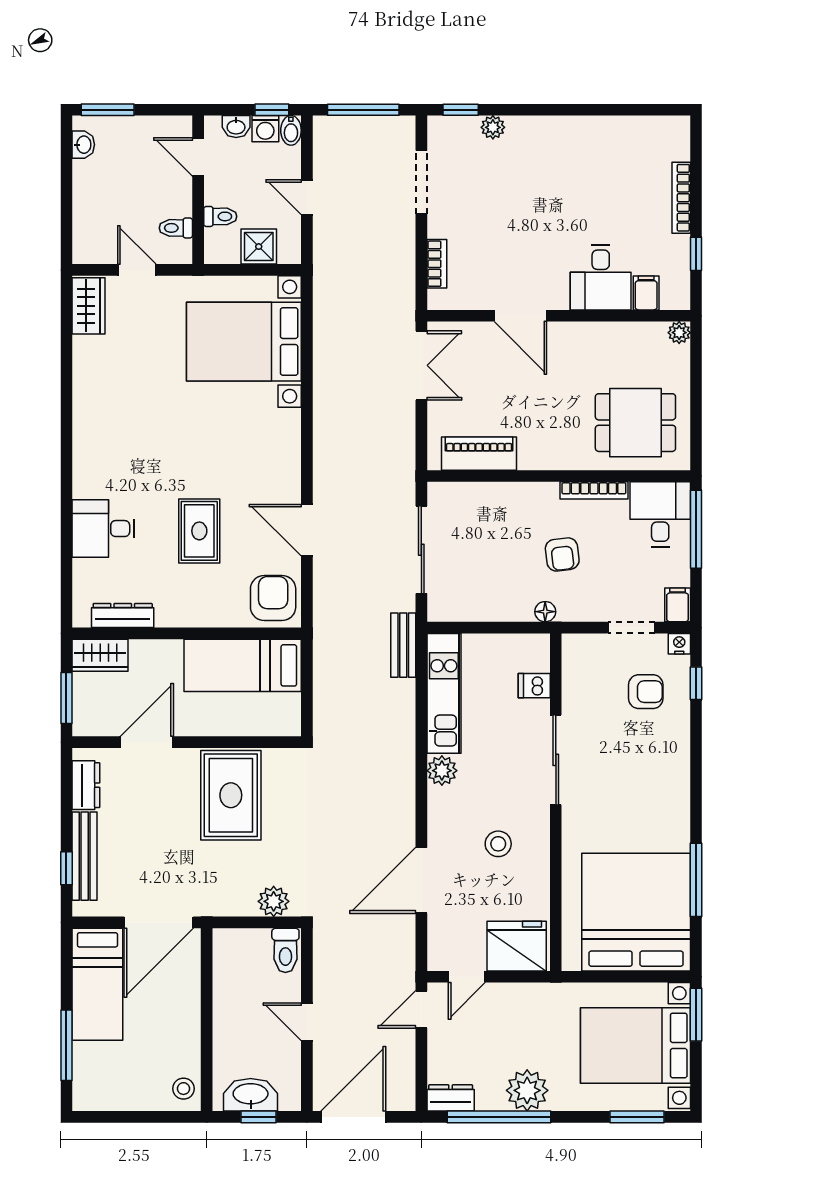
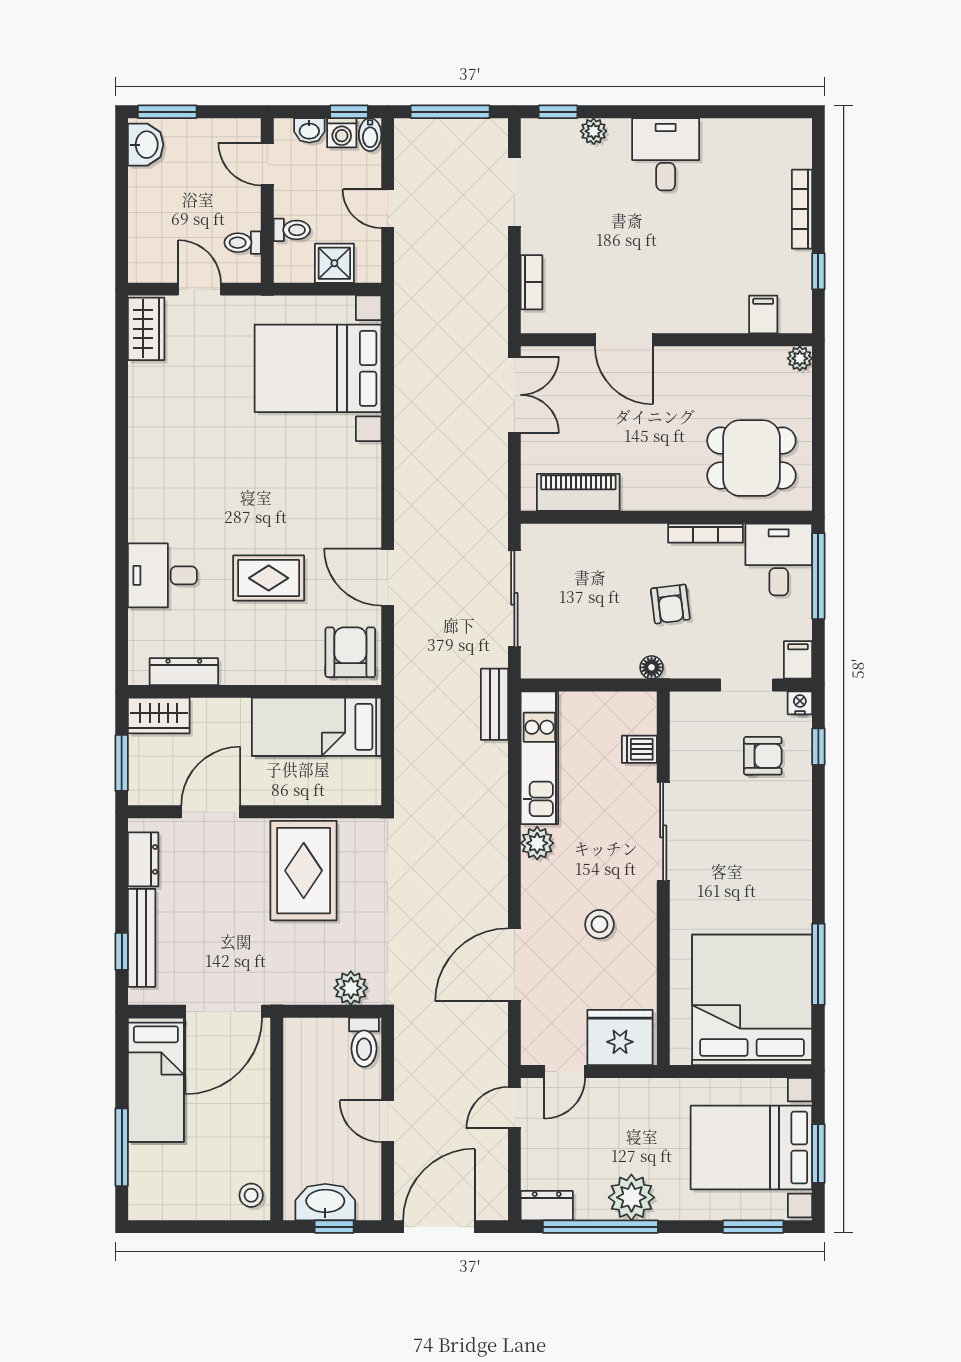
washbasin: (83, 145) -> (146, 145), width x1.38, depth x1.45
desk: (601, 277) -> (666, 154), moved, turned 180
rug: (199, 531) -> (269, 578), turned 90
window: (696, 1015) -> (818, 1153), moved

